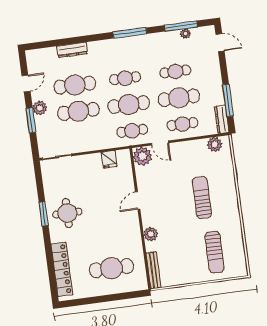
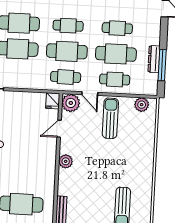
dresser: (222, 119) -> (154, 59), moved
fridge: (109, 159) -> (53, 101), moved
sun lounger: (202, 198) -> (110, 118), moved
door: (138, 200) -> (59, 129), moved
plant: (151, 234) -> (66, 161), moved

